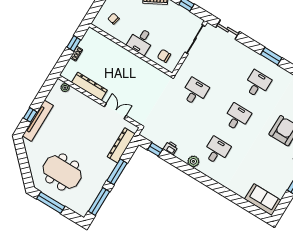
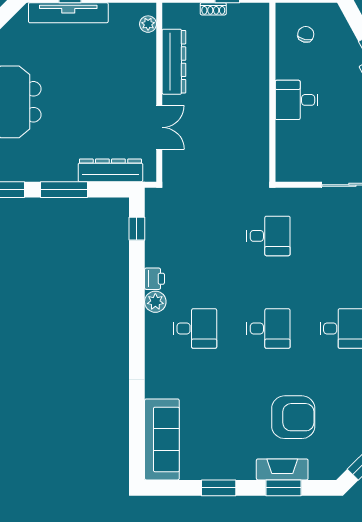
chair: (164, 56) -> (296, 152), removed
printer: (171, 148) -> (154, 279), moved
sofa: (263, 200) -> (162, 439), width x1.36

